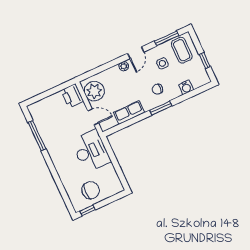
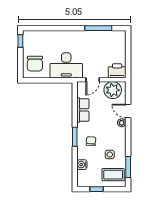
door: (136, 53) -> (128, 111), moved
chair: (91, 190) -> (35, 64), moved

